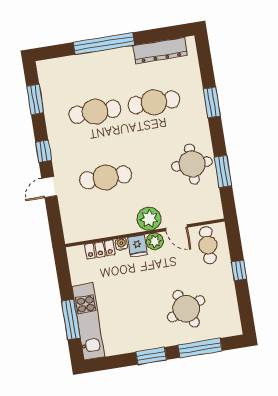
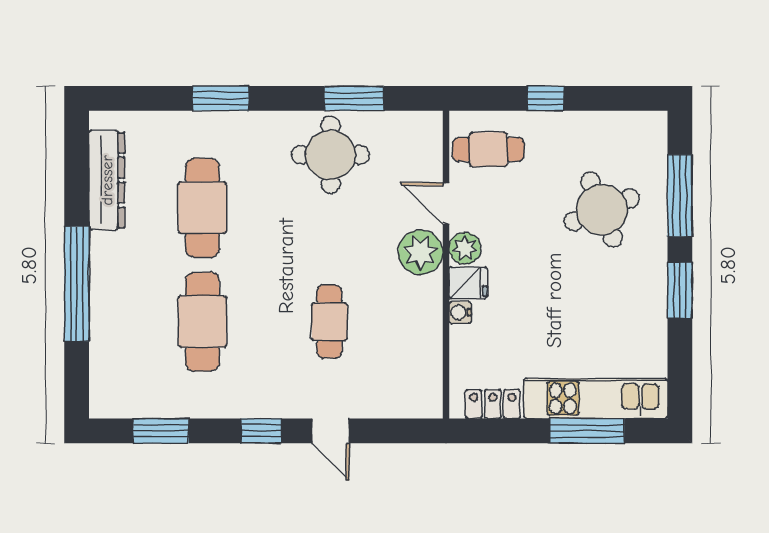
cafe table: (106, 177) -> (329, 322), width x0.73, depth x0.74
door: (176, 228) -> (446, 203), swing flipped
locker: (100, 249) -> (493, 404), moved, turned -90

